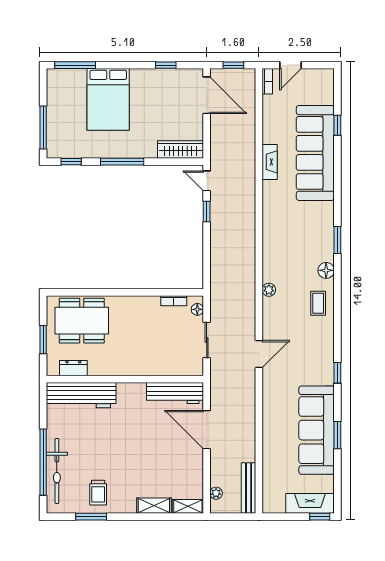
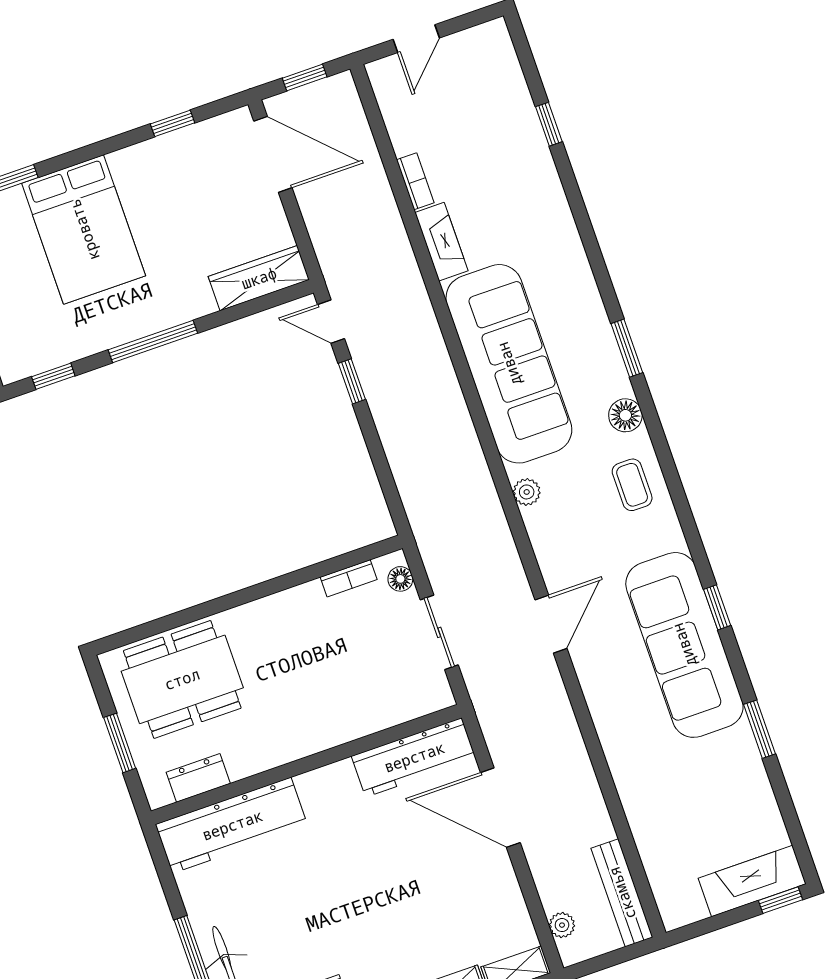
bookcase: (267, 81) -> (415, 181), moved
sofa: (315, 153) -> (509, 364), moved, turned 180
sofa: (317, 430) -> (684, 645), moved

